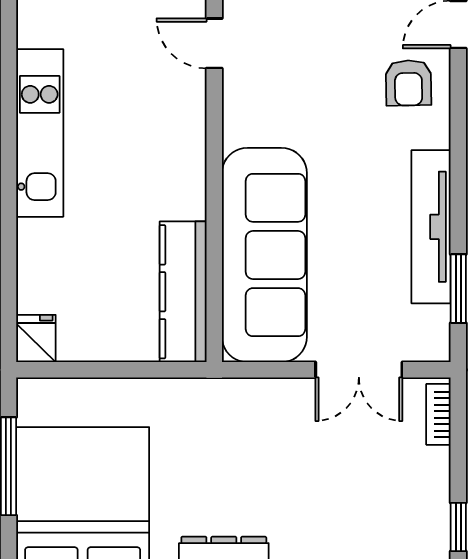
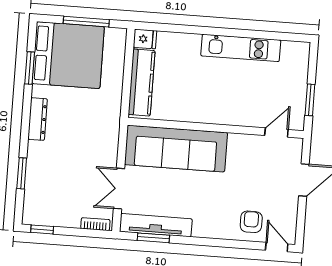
armchair: (408, 83) -> (251, 222), turned 91
tv unit: (431, 227) -> (156, 225), moved
kitchen counter: (183, 292) -> (142, 82), moved, turned 90

